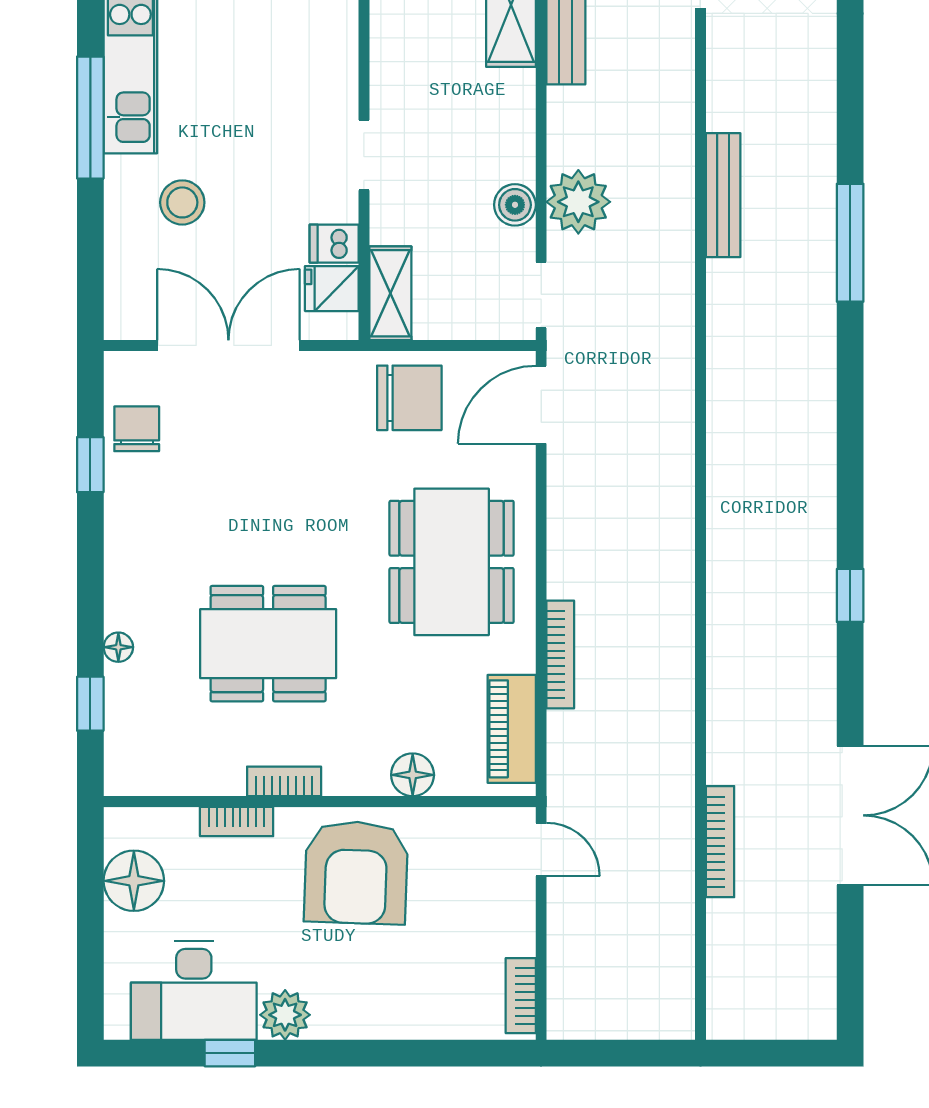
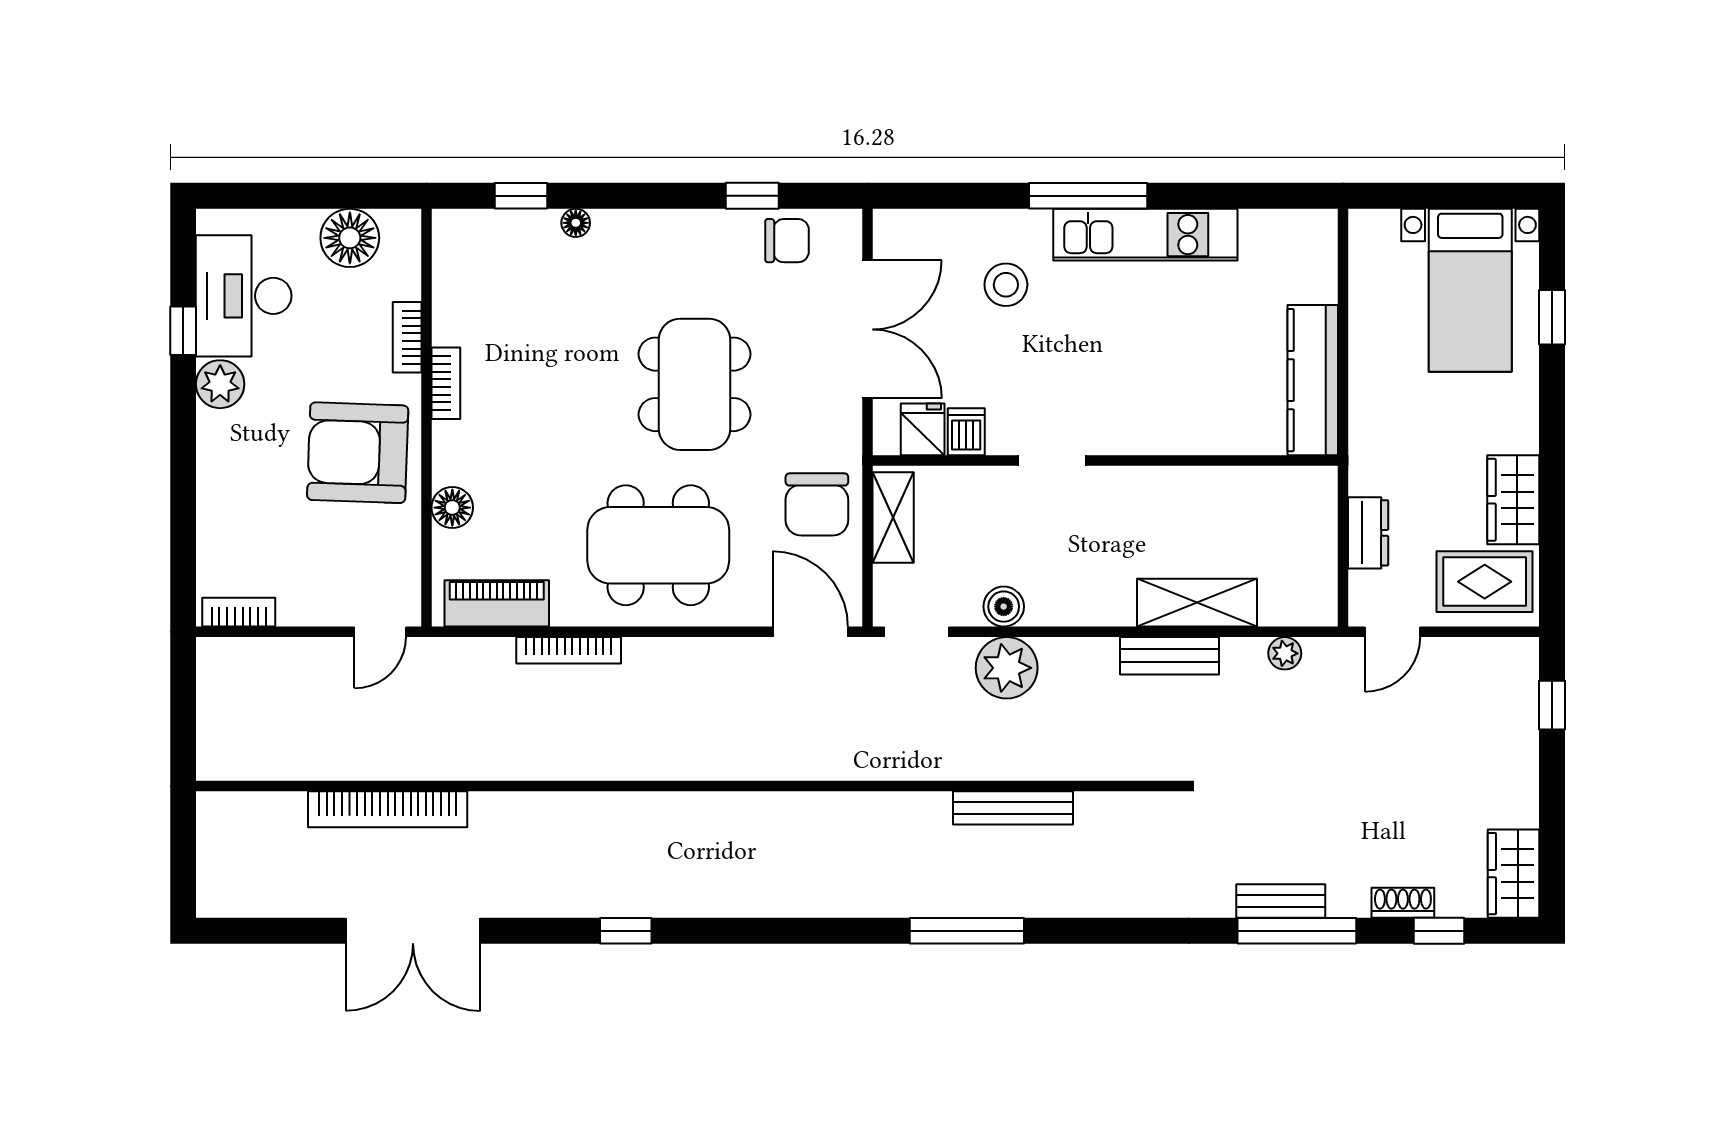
shelving: (390, 293) -> (893, 518), moved, turned 90
dining table: (268, 644) -> (695, 384), moved
bookcase: (720, 842) -> (388, 809), width x1.48, depth x1.31

